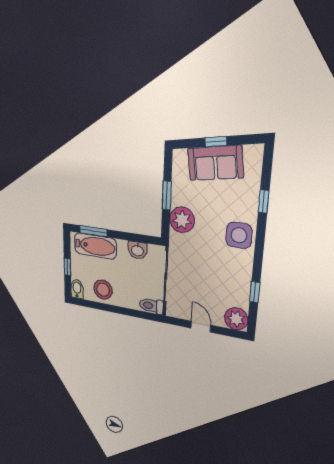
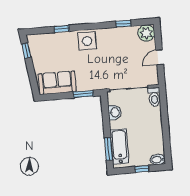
window: (216, 142) -> (26, 51), moved
sofa: (215, 163) -> (57, 83), moved, turned -82
window: (167, 195) -> (83, 94), moved
plant: (182, 220) -> (85, 82), removed
stool: (103, 290) -> (152, 137), removed

